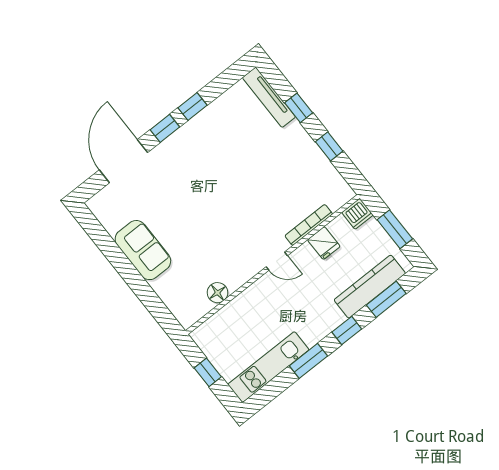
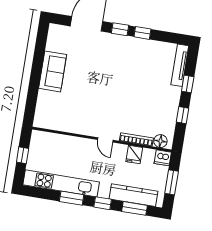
floor lamp: (217, 293) -> (160, 141), moved
kitchen unit: (268, 367) -> (61, 183), width x1.36

